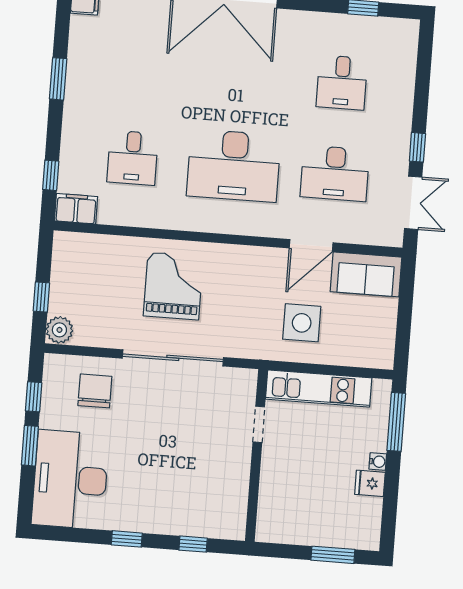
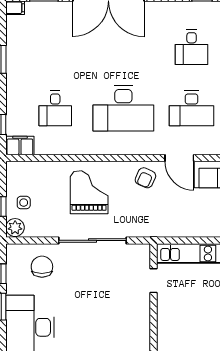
door: (311, 245) -> (179, 158), hinge flipped
armchair: (259, 271) -> (145, 178), added
side table: (302, 323) -> (24, 203), moved, width x0.54, depth x0.54

